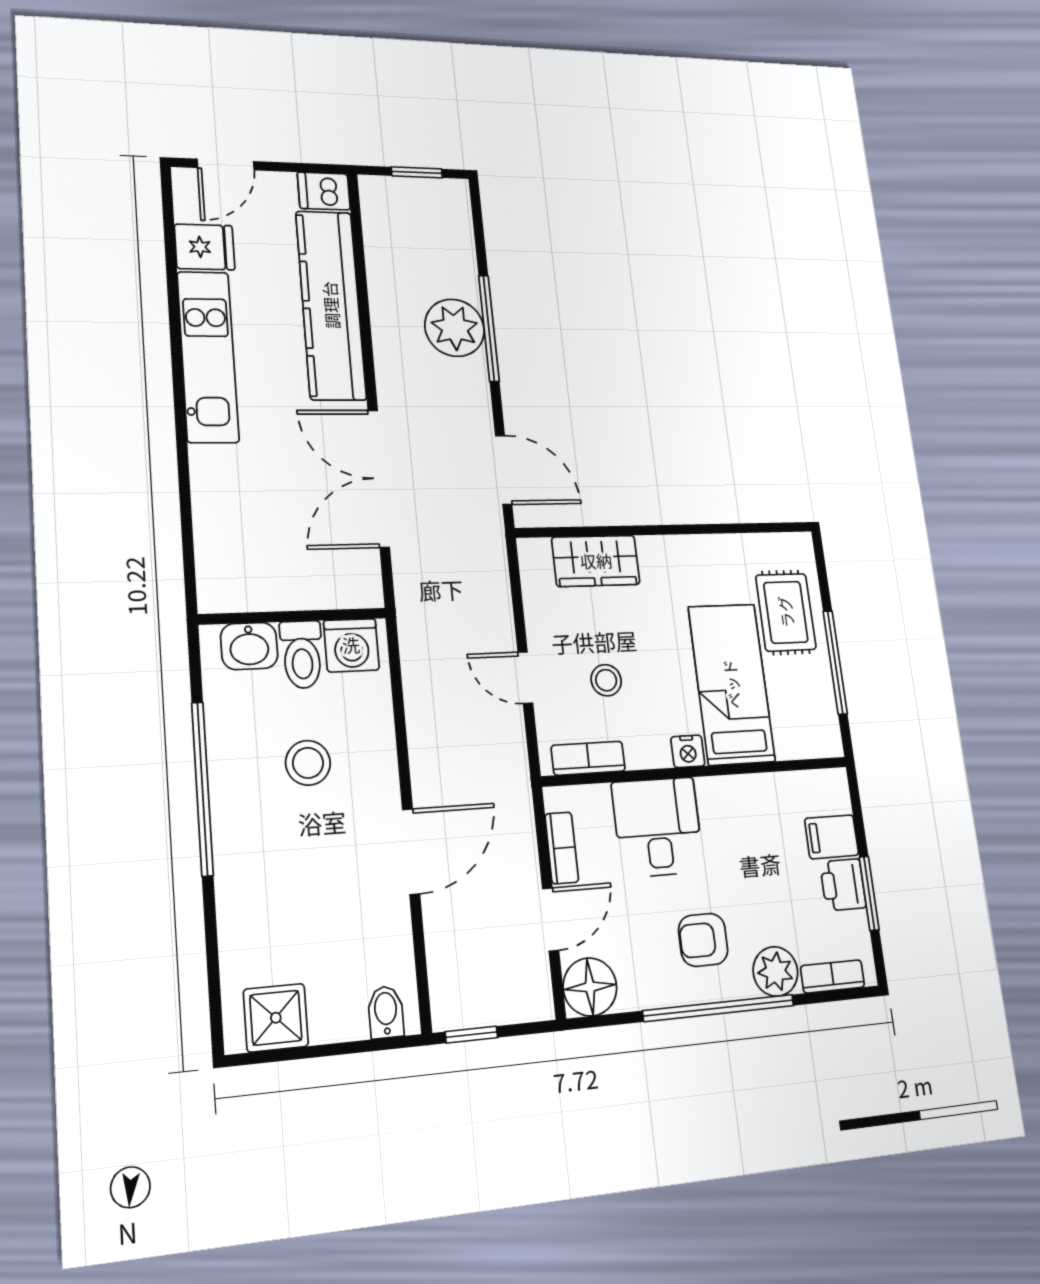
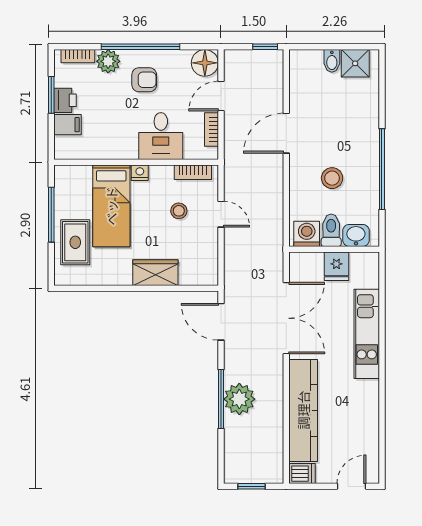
fridge: (205, 247) -> (336, 266), moved, turned -90
kitchen unit: (208, 357) -> (367, 334), moved
wardrobe: (596, 561) -> (155, 273), moved
bidet: (386, 1012) -> (332, 61), moved

